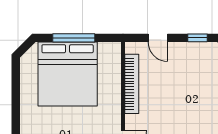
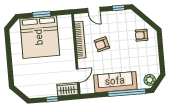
window: (74, 38) -> (42, 14), width x0.69
armchair: (166, 94) -> (102, 44), added

